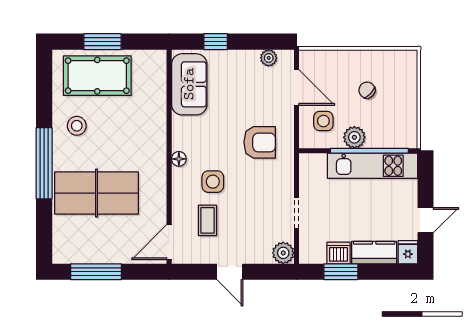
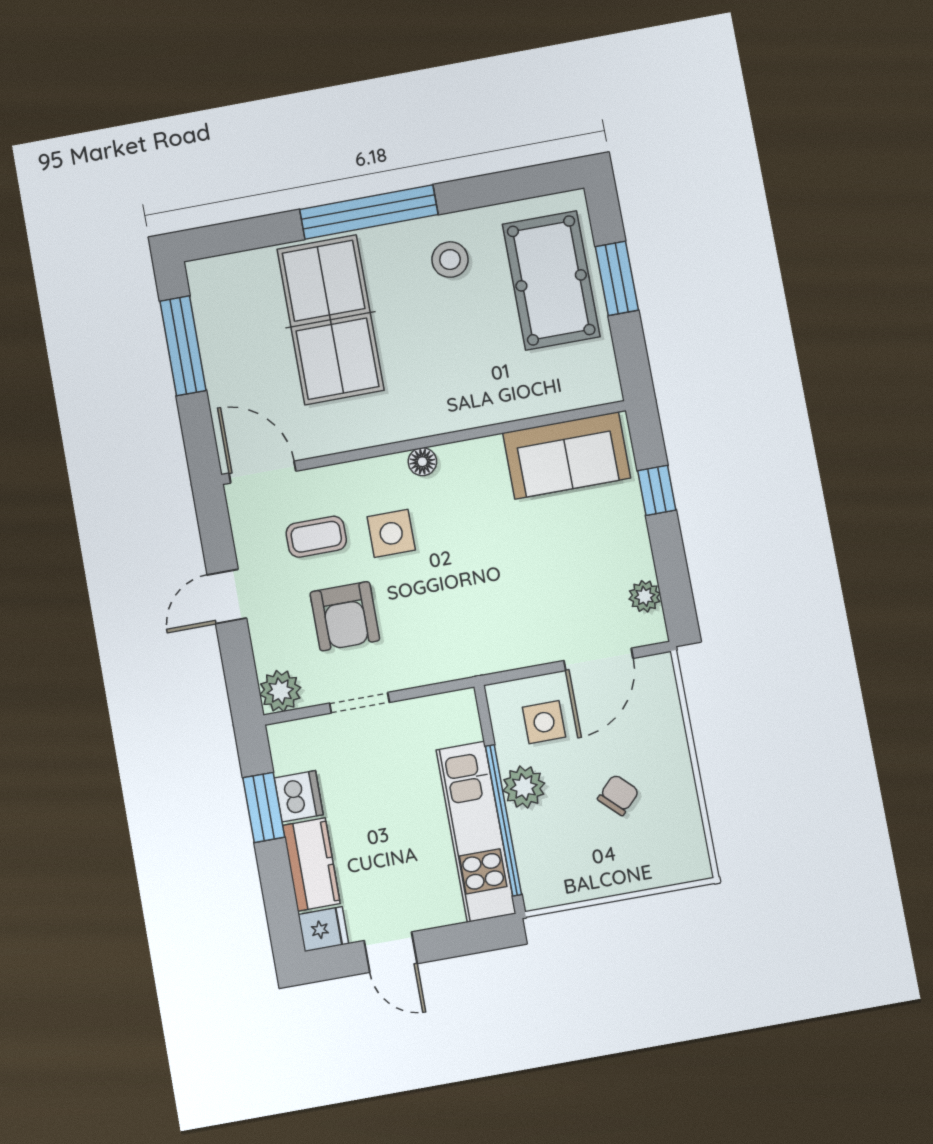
armchair: (260, 142) -> (345, 616), moved

